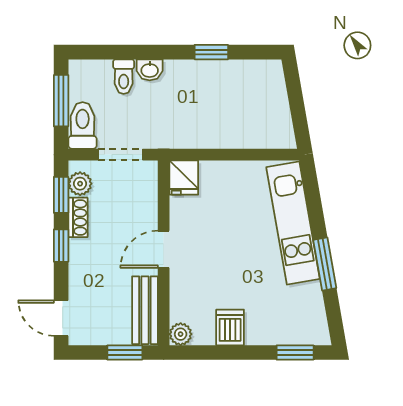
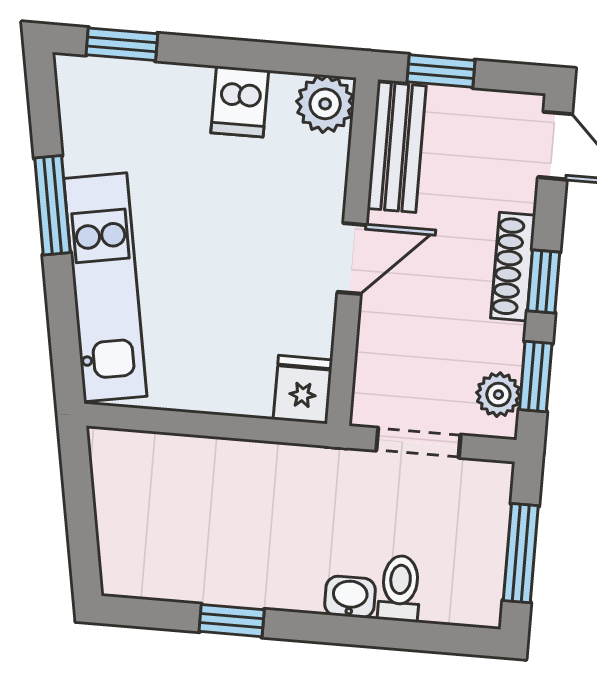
toilet: (83, 125) -> (485, 503), removed
shoe rack: (78, 217) -> (513, 267), moved, width x1.43
plant: (181, 334) -> (325, 104), width x1.38, depth x1.38

